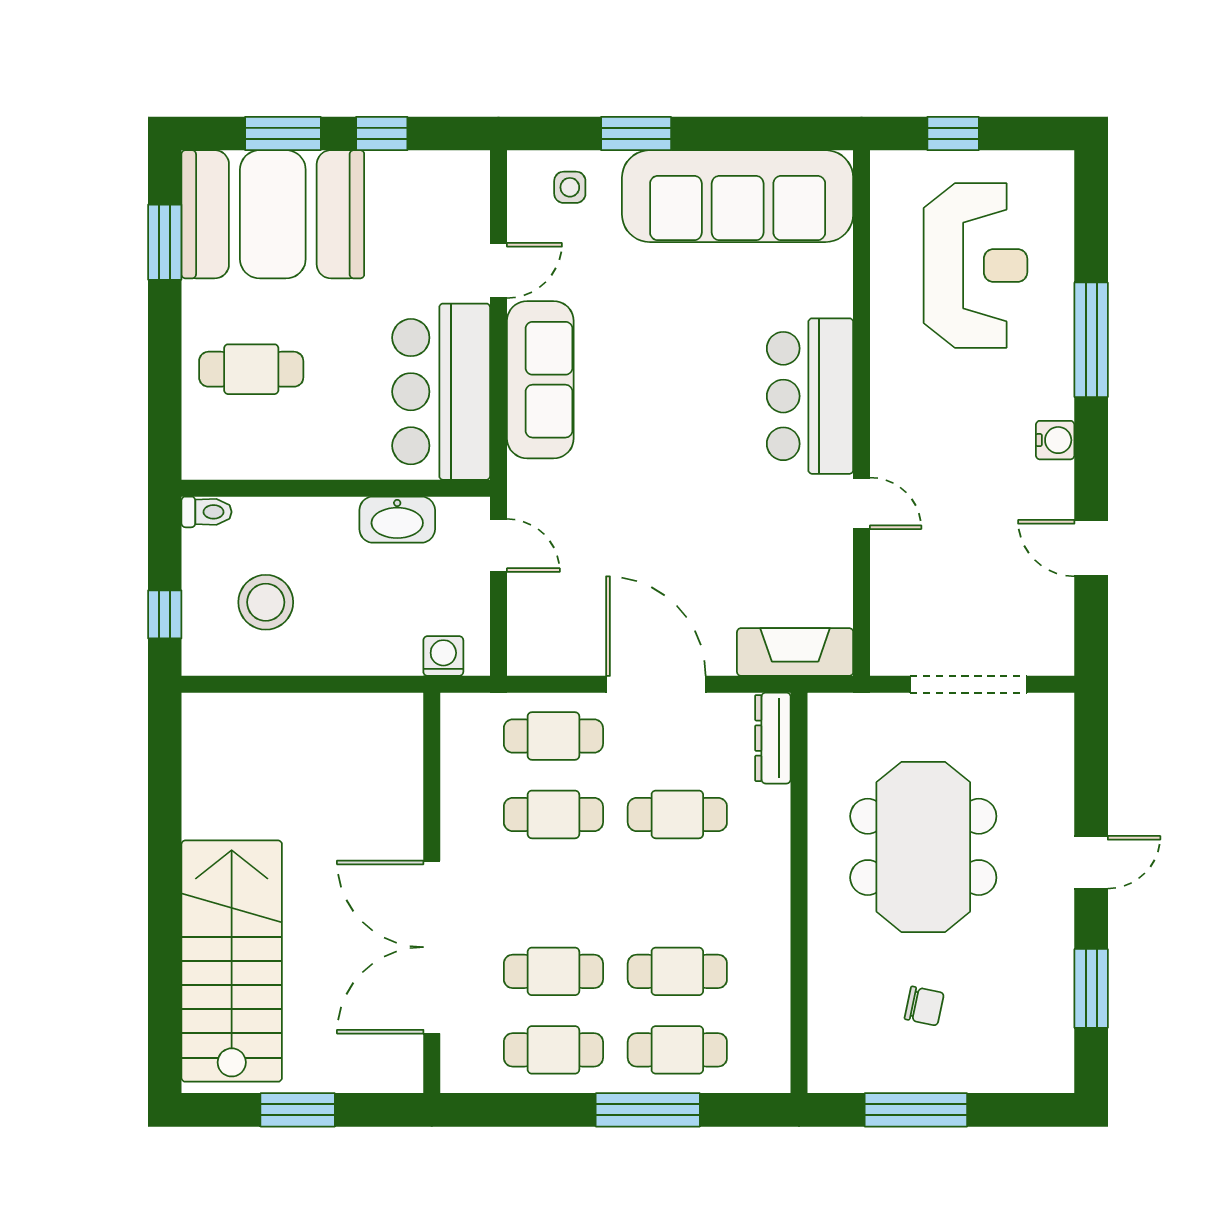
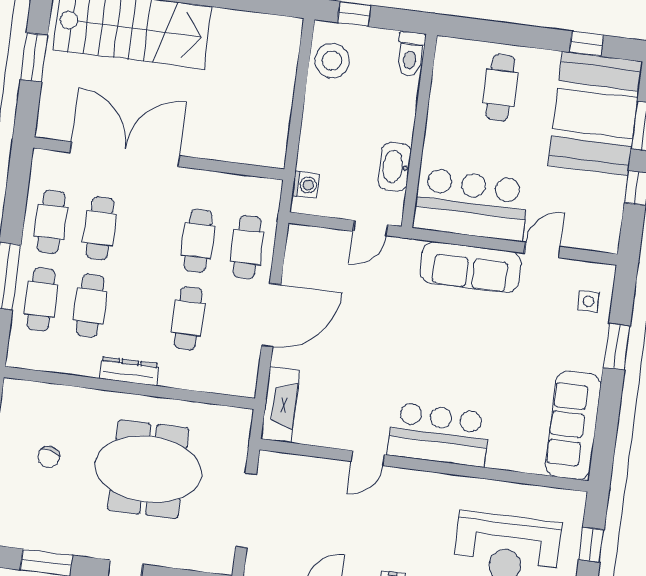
sofa: (738, 196) -> (573, 425), width x0.74, depth x0.79
window: (165, 242) -> (587, 44), width x0.67
door: (499, 270) -> (542, 250), swing flipped
toilet: (206, 512) -> (410, 54), width x1.37, depth x1.39
stool: (266, 602) -> (332, 61), moved
dresser: (773, 738) -> (129, 371), moved

